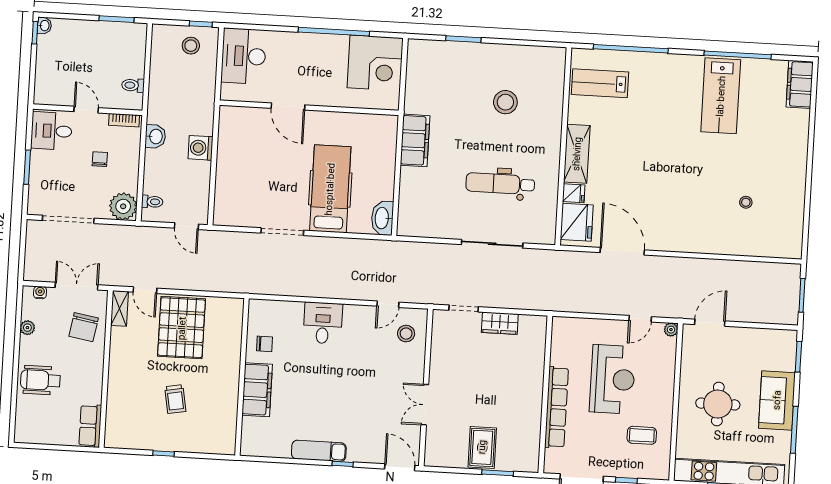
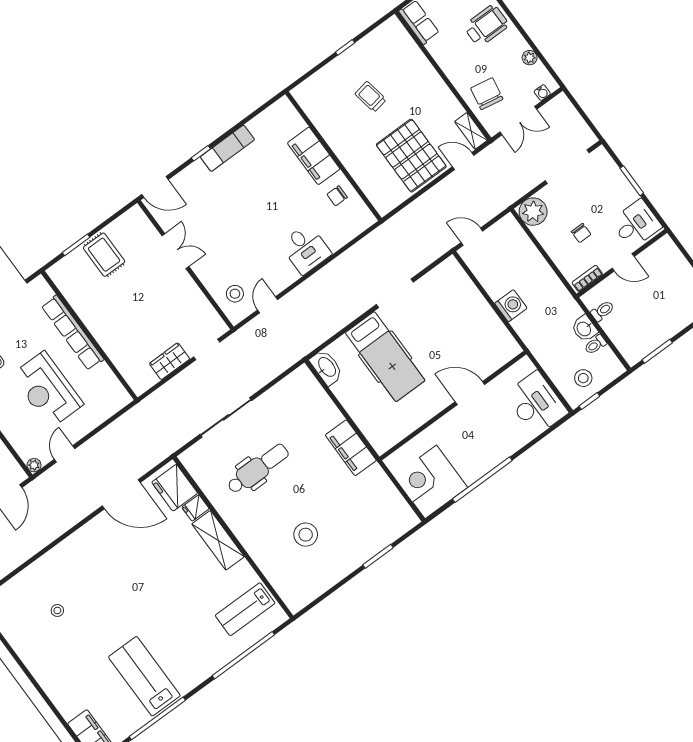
lab bench: (600, 83) -> (245, 609), turned 180
washbasin: (155, 136) -> (584, 329), moved
toilet: (152, 202) -> (595, 345), moved

